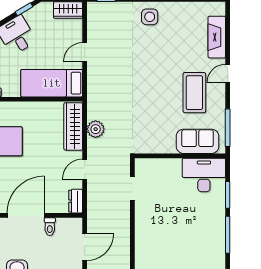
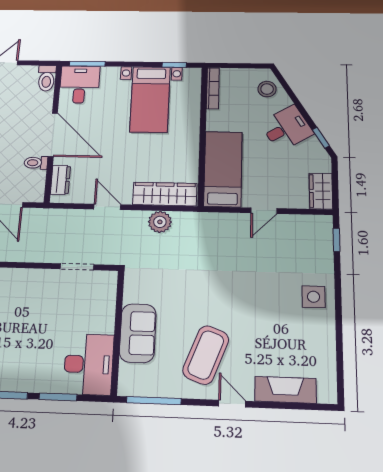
door: (85, 52) -> (264, 211), swing flipped
coffee table: (194, 93) -> (206, 355), turned -69
sofa: (198, 141) -> (138, 333), moved
dresser: (76, 201) -> (60, 180), moved, turned 90

